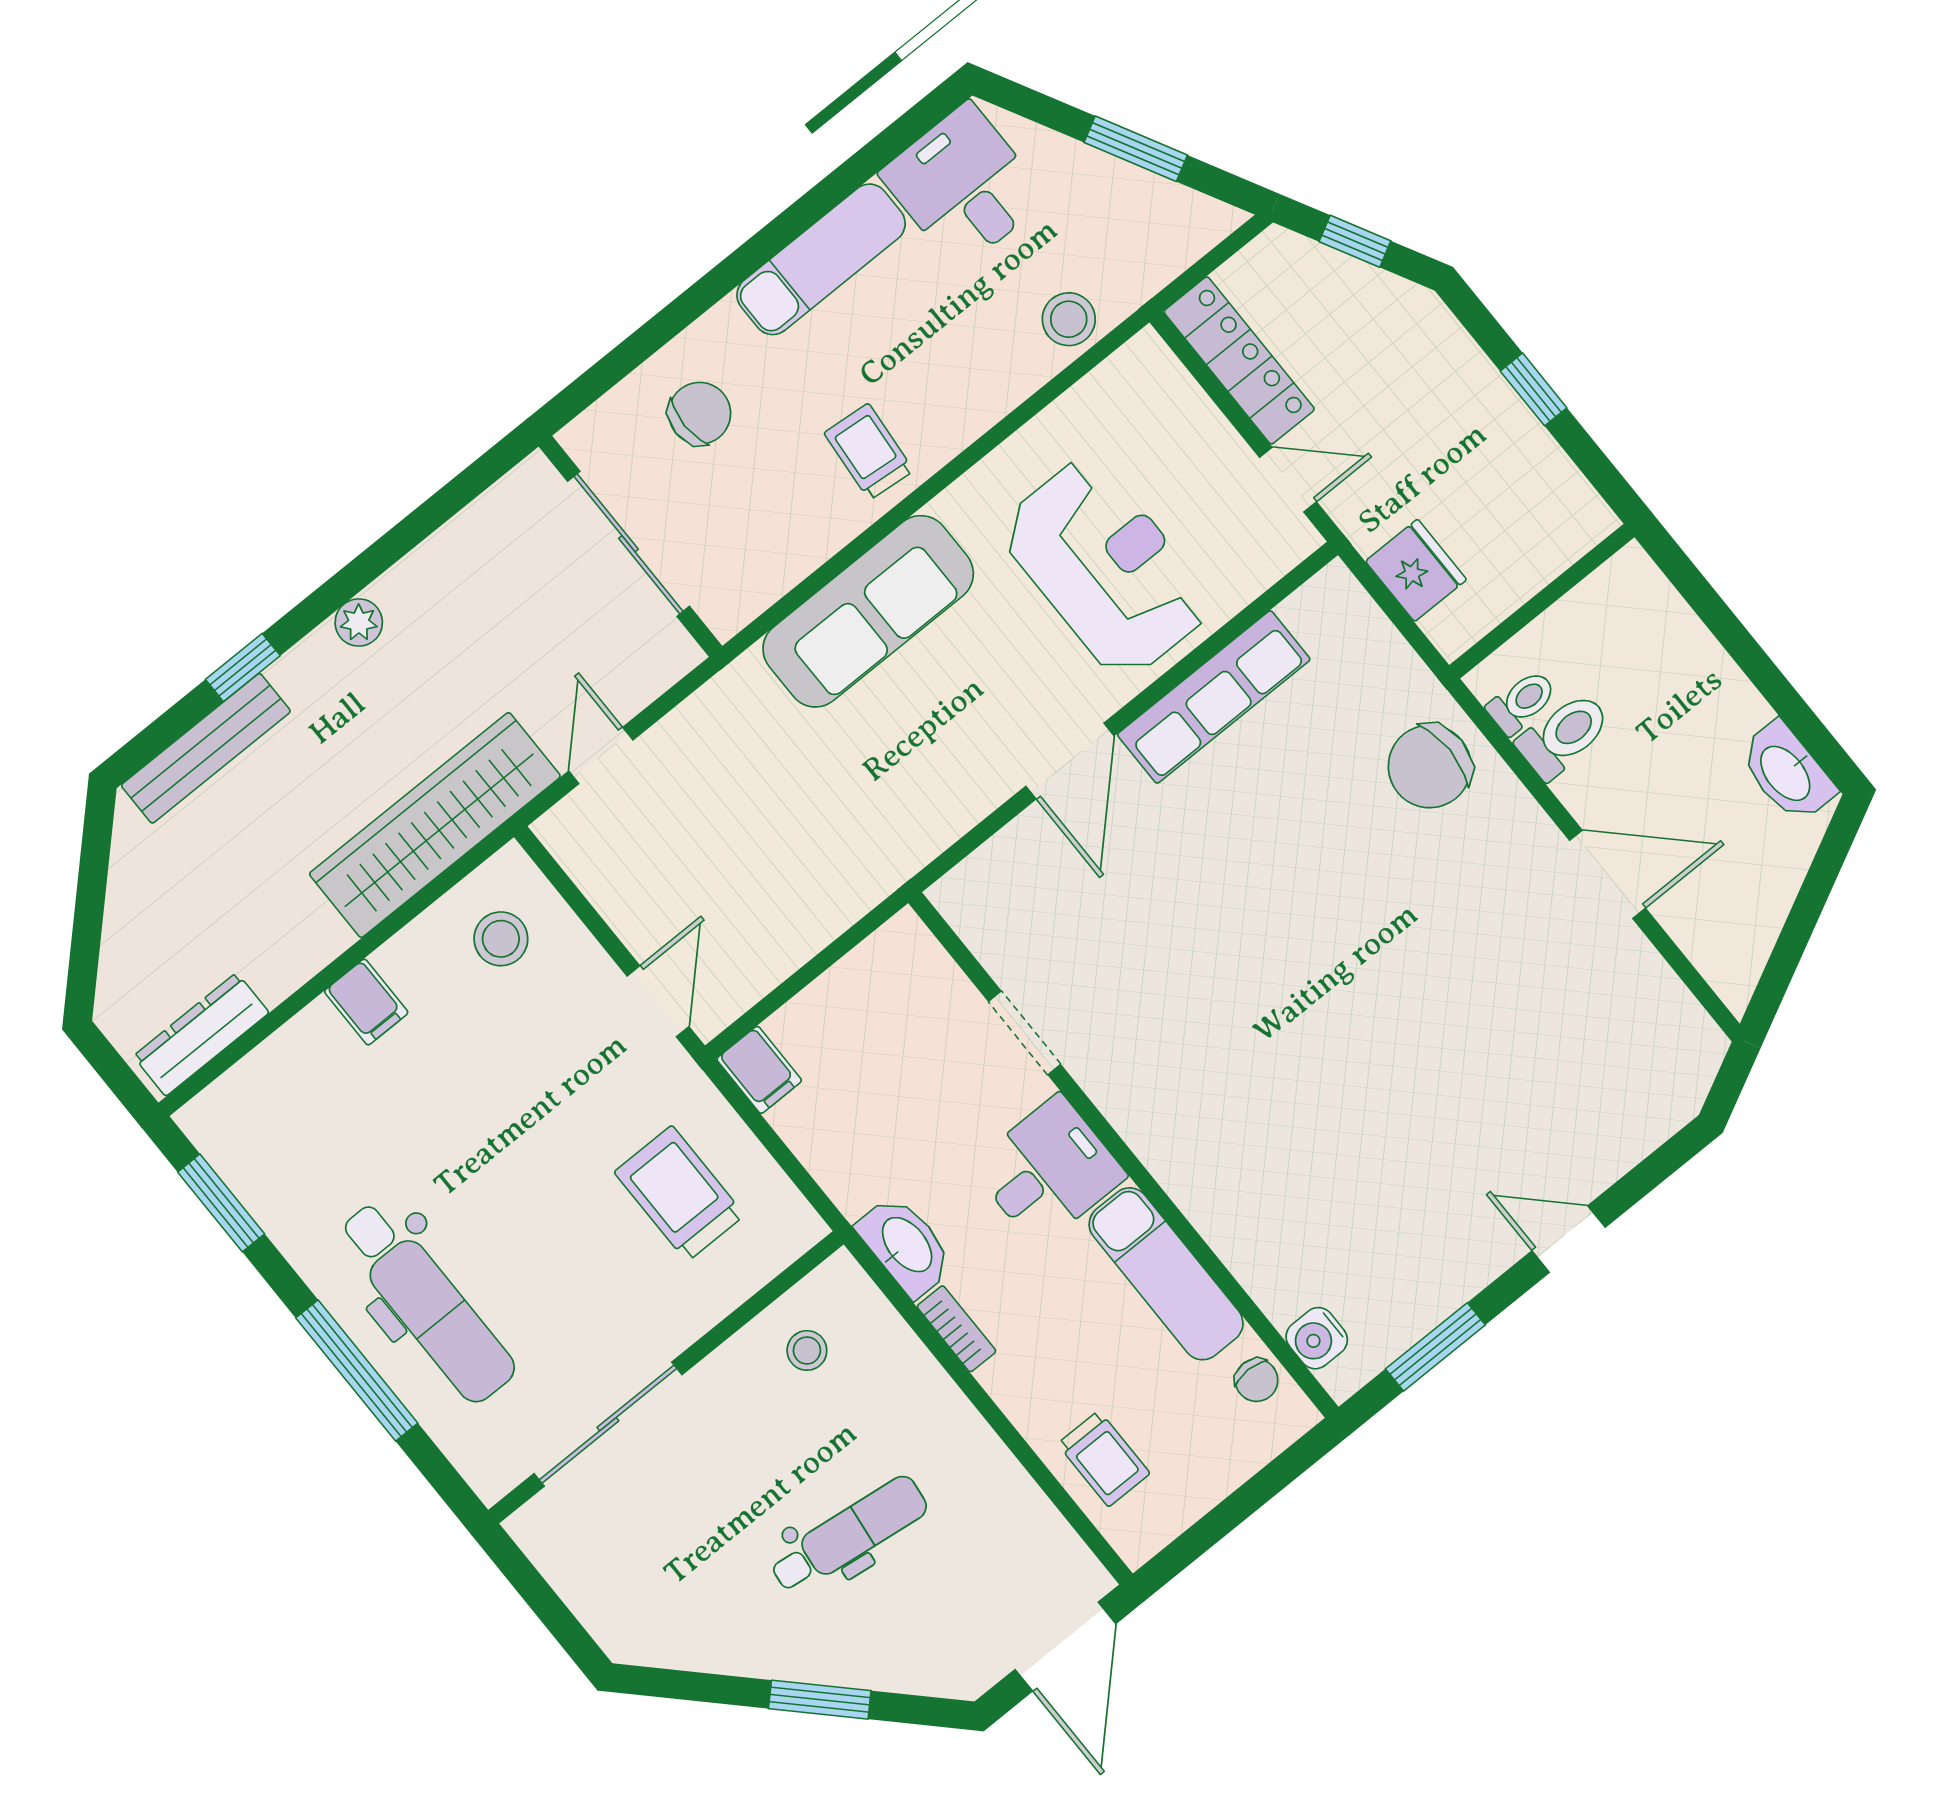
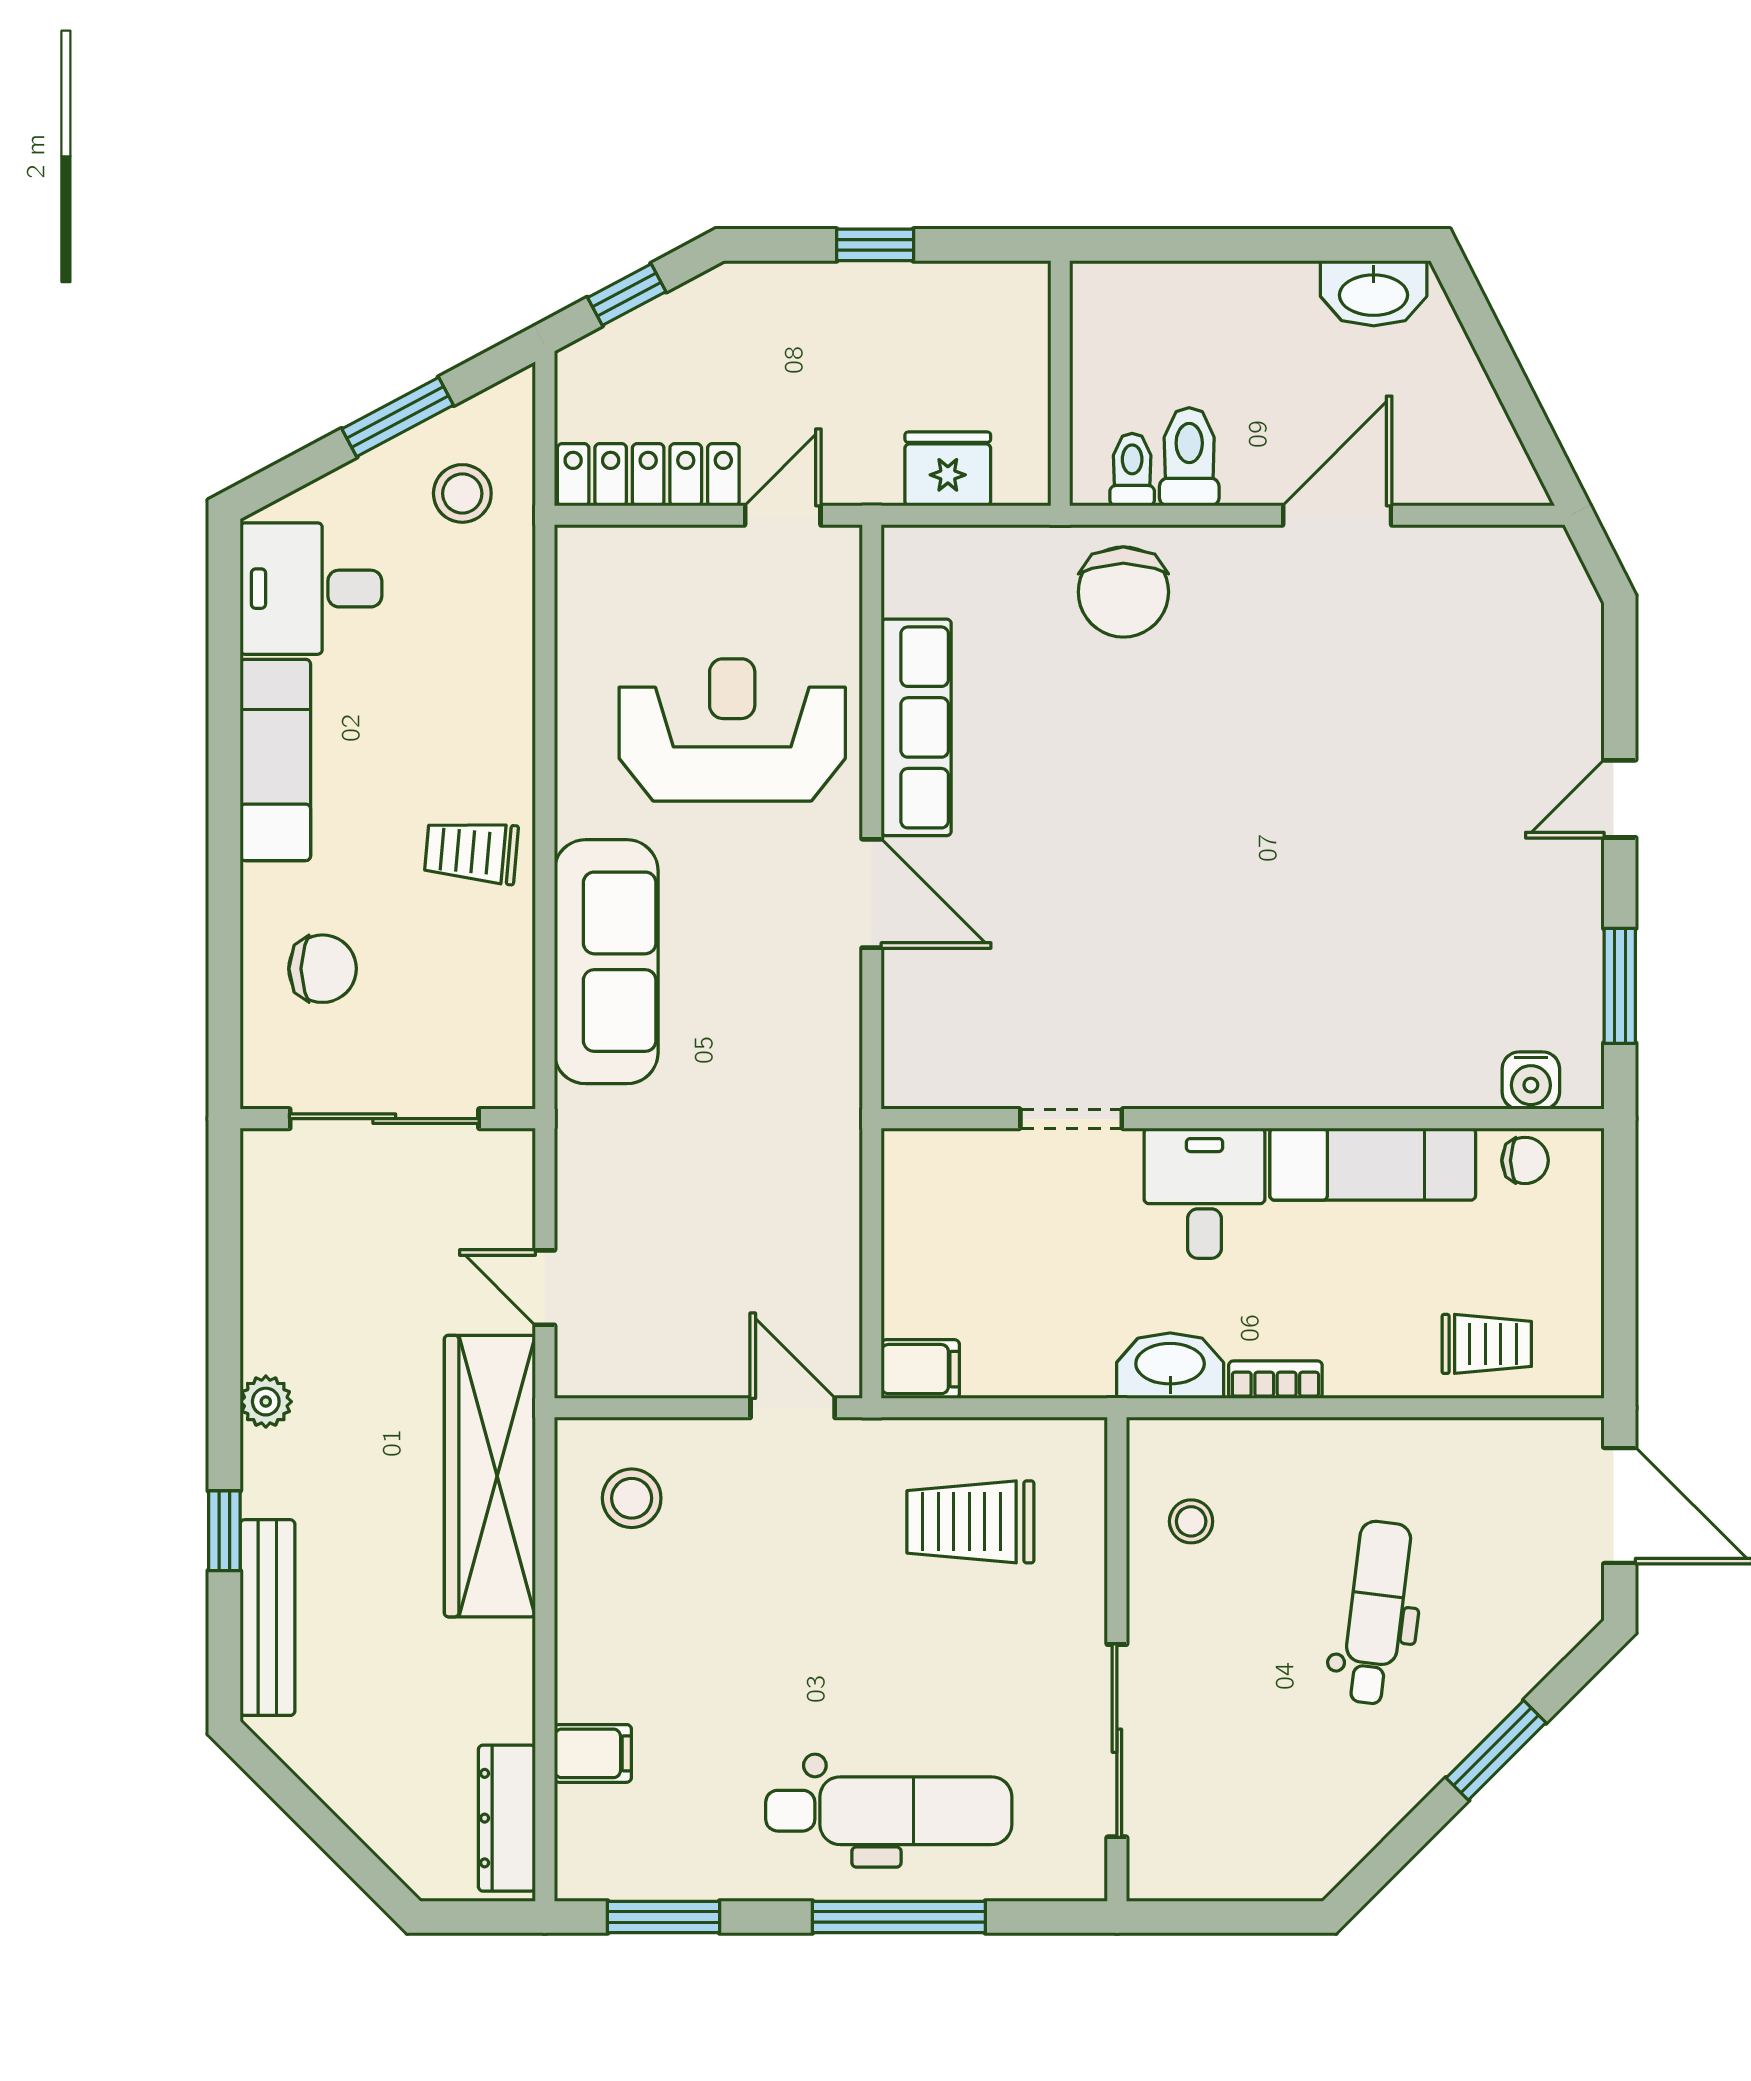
stool: (1069, 319) -> (462, 493), moved
chair: (700, 413) -> (323, 969), turned 90
filing cabinet: (366, 1002) -> (593, 1753), moved

